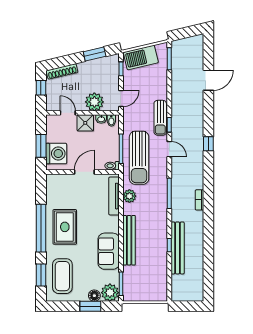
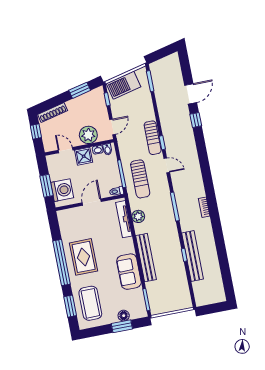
window: (208, 144) -> (196, 120), moved
sun lounger: (139, 158) -> (140, 179), width x0.73, depth x0.75
plant: (110, 293) -> (138, 310), removed

